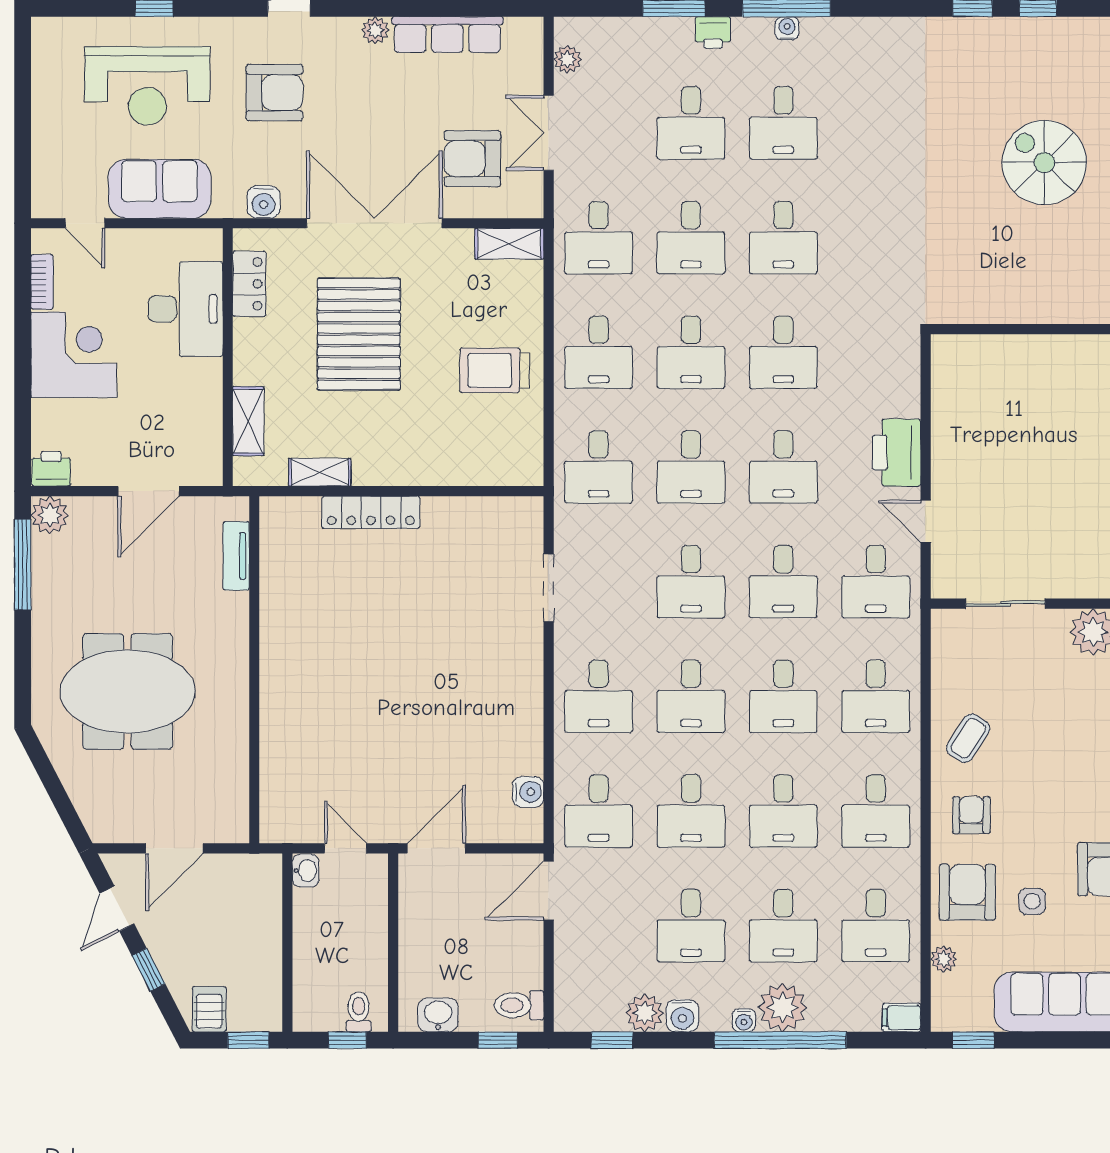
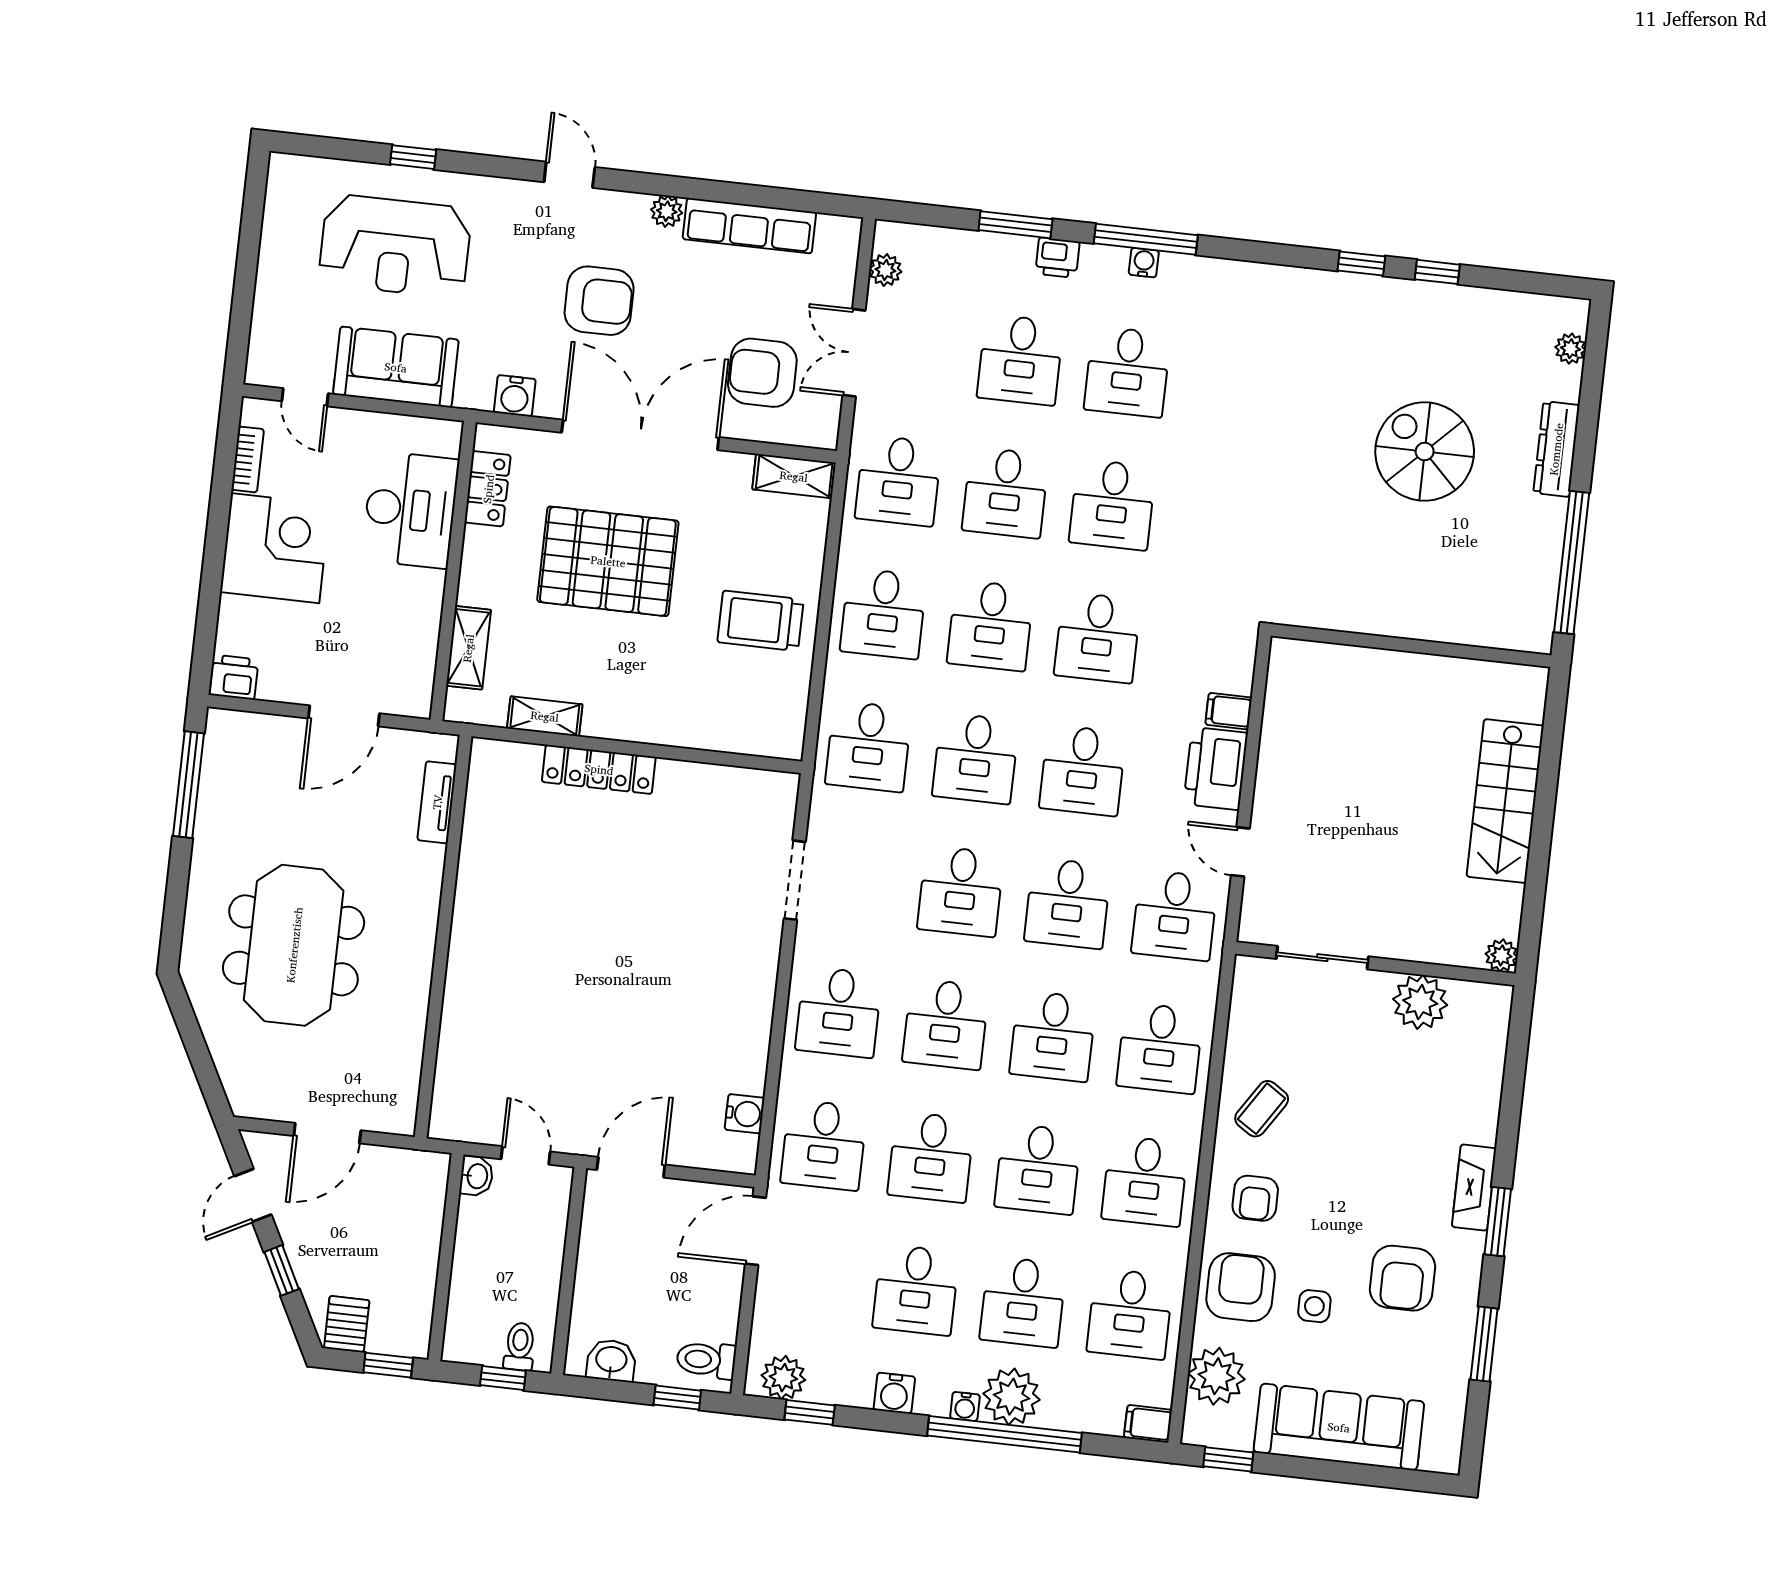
armchair: (274, 93) -> (599, 301), moved
pallet: (359, 334) -> (608, 561), turned 90
filing cabinet: (902, 402) -> (1229, 711), added
plant: (50, 515) -> (226, 731), removed
meeting table: (128, 691) -> (294, 945), turned 90
armchair: (971, 815) -> (1255, 1198), turned 180
plant: (944, 959) -> (1216, 1376), width x1.88, depth x1.88
plant: (645, 1013) -> (783, 1378), moved

